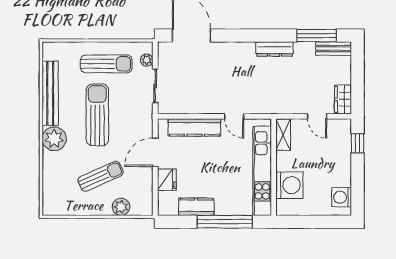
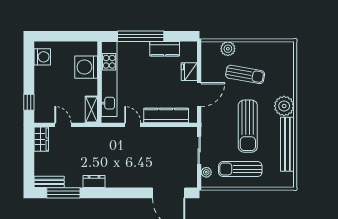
dresser: (274, 49) -> (94, 182), width x0.70
sun lounger: (101, 176) -> (245, 74), turned -146

